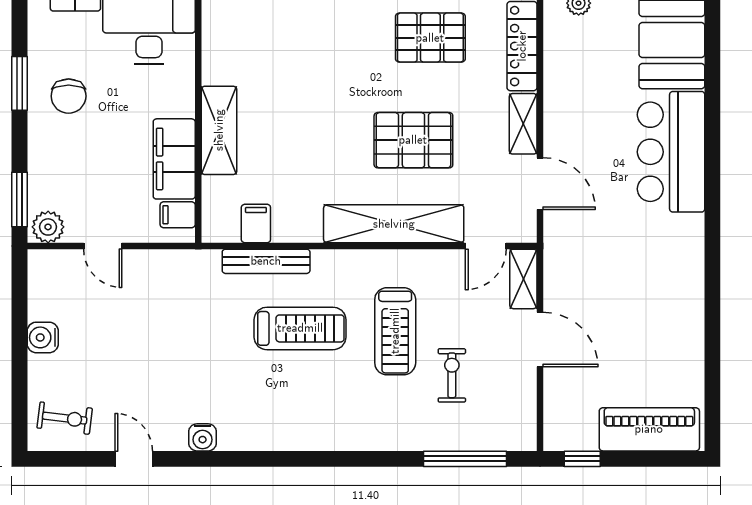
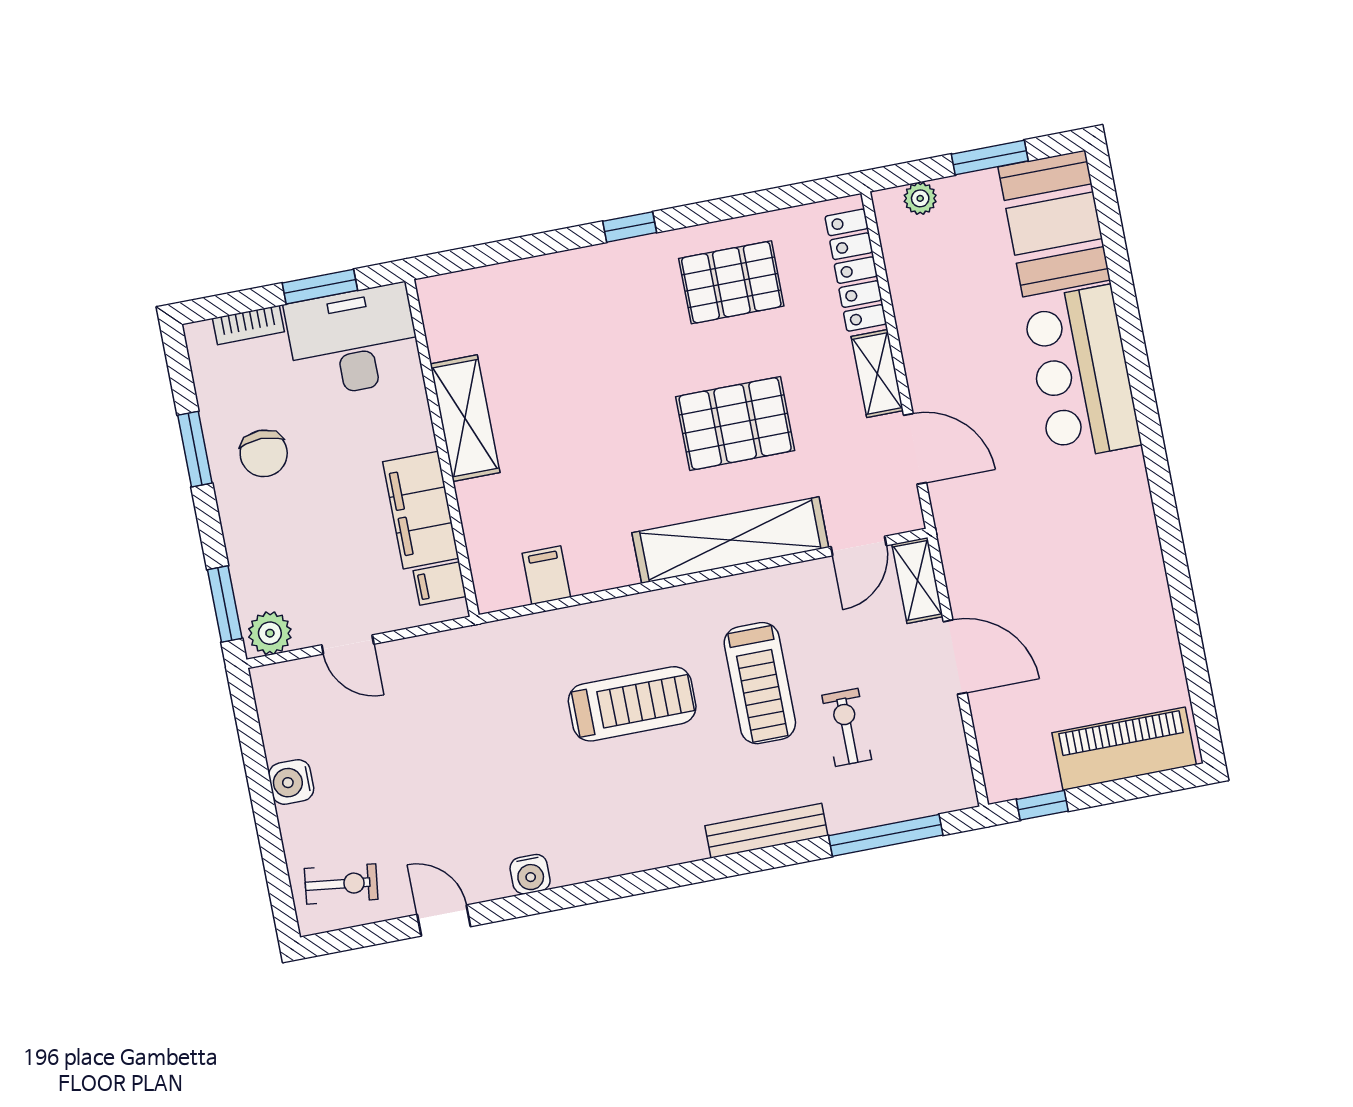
shelving: (219, 130) -> (465, 418), moved
bench: (266, 261) -> (766, 831), moved

